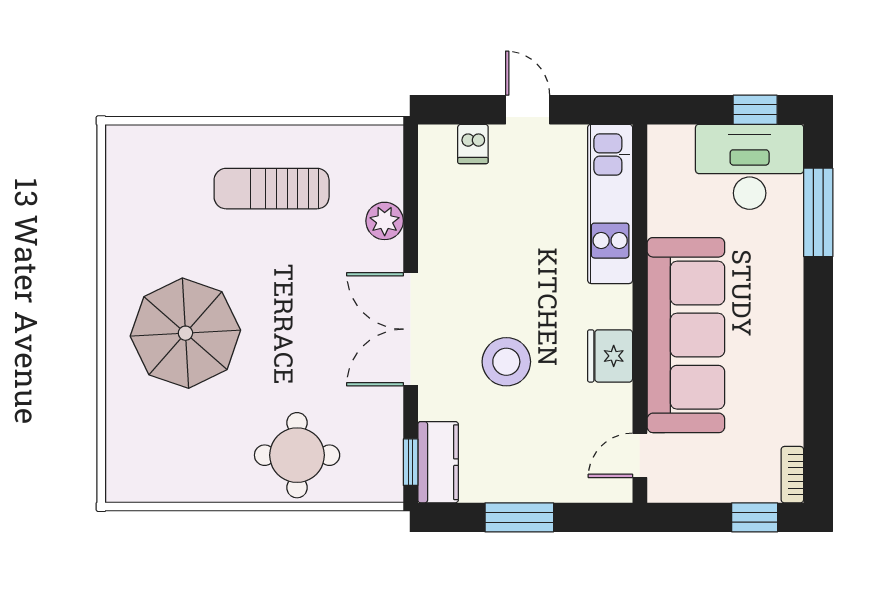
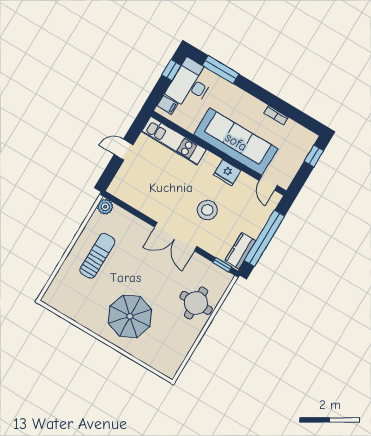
dishwasher: (473, 144) -> (124, 176), removed
filing cabinet: (677, 145) -> (167, 105), added
sun lounger: (272, 189) -> (97, 256), turned 180
plant: (385, 221) -> (105, 207), moved
kitchen counter: (438, 462) -> (240, 251), moved, turned -90
bookcase: (792, 475) -> (276, 115), moved
window: (519, 517) -> (265, 238), width x2.11

